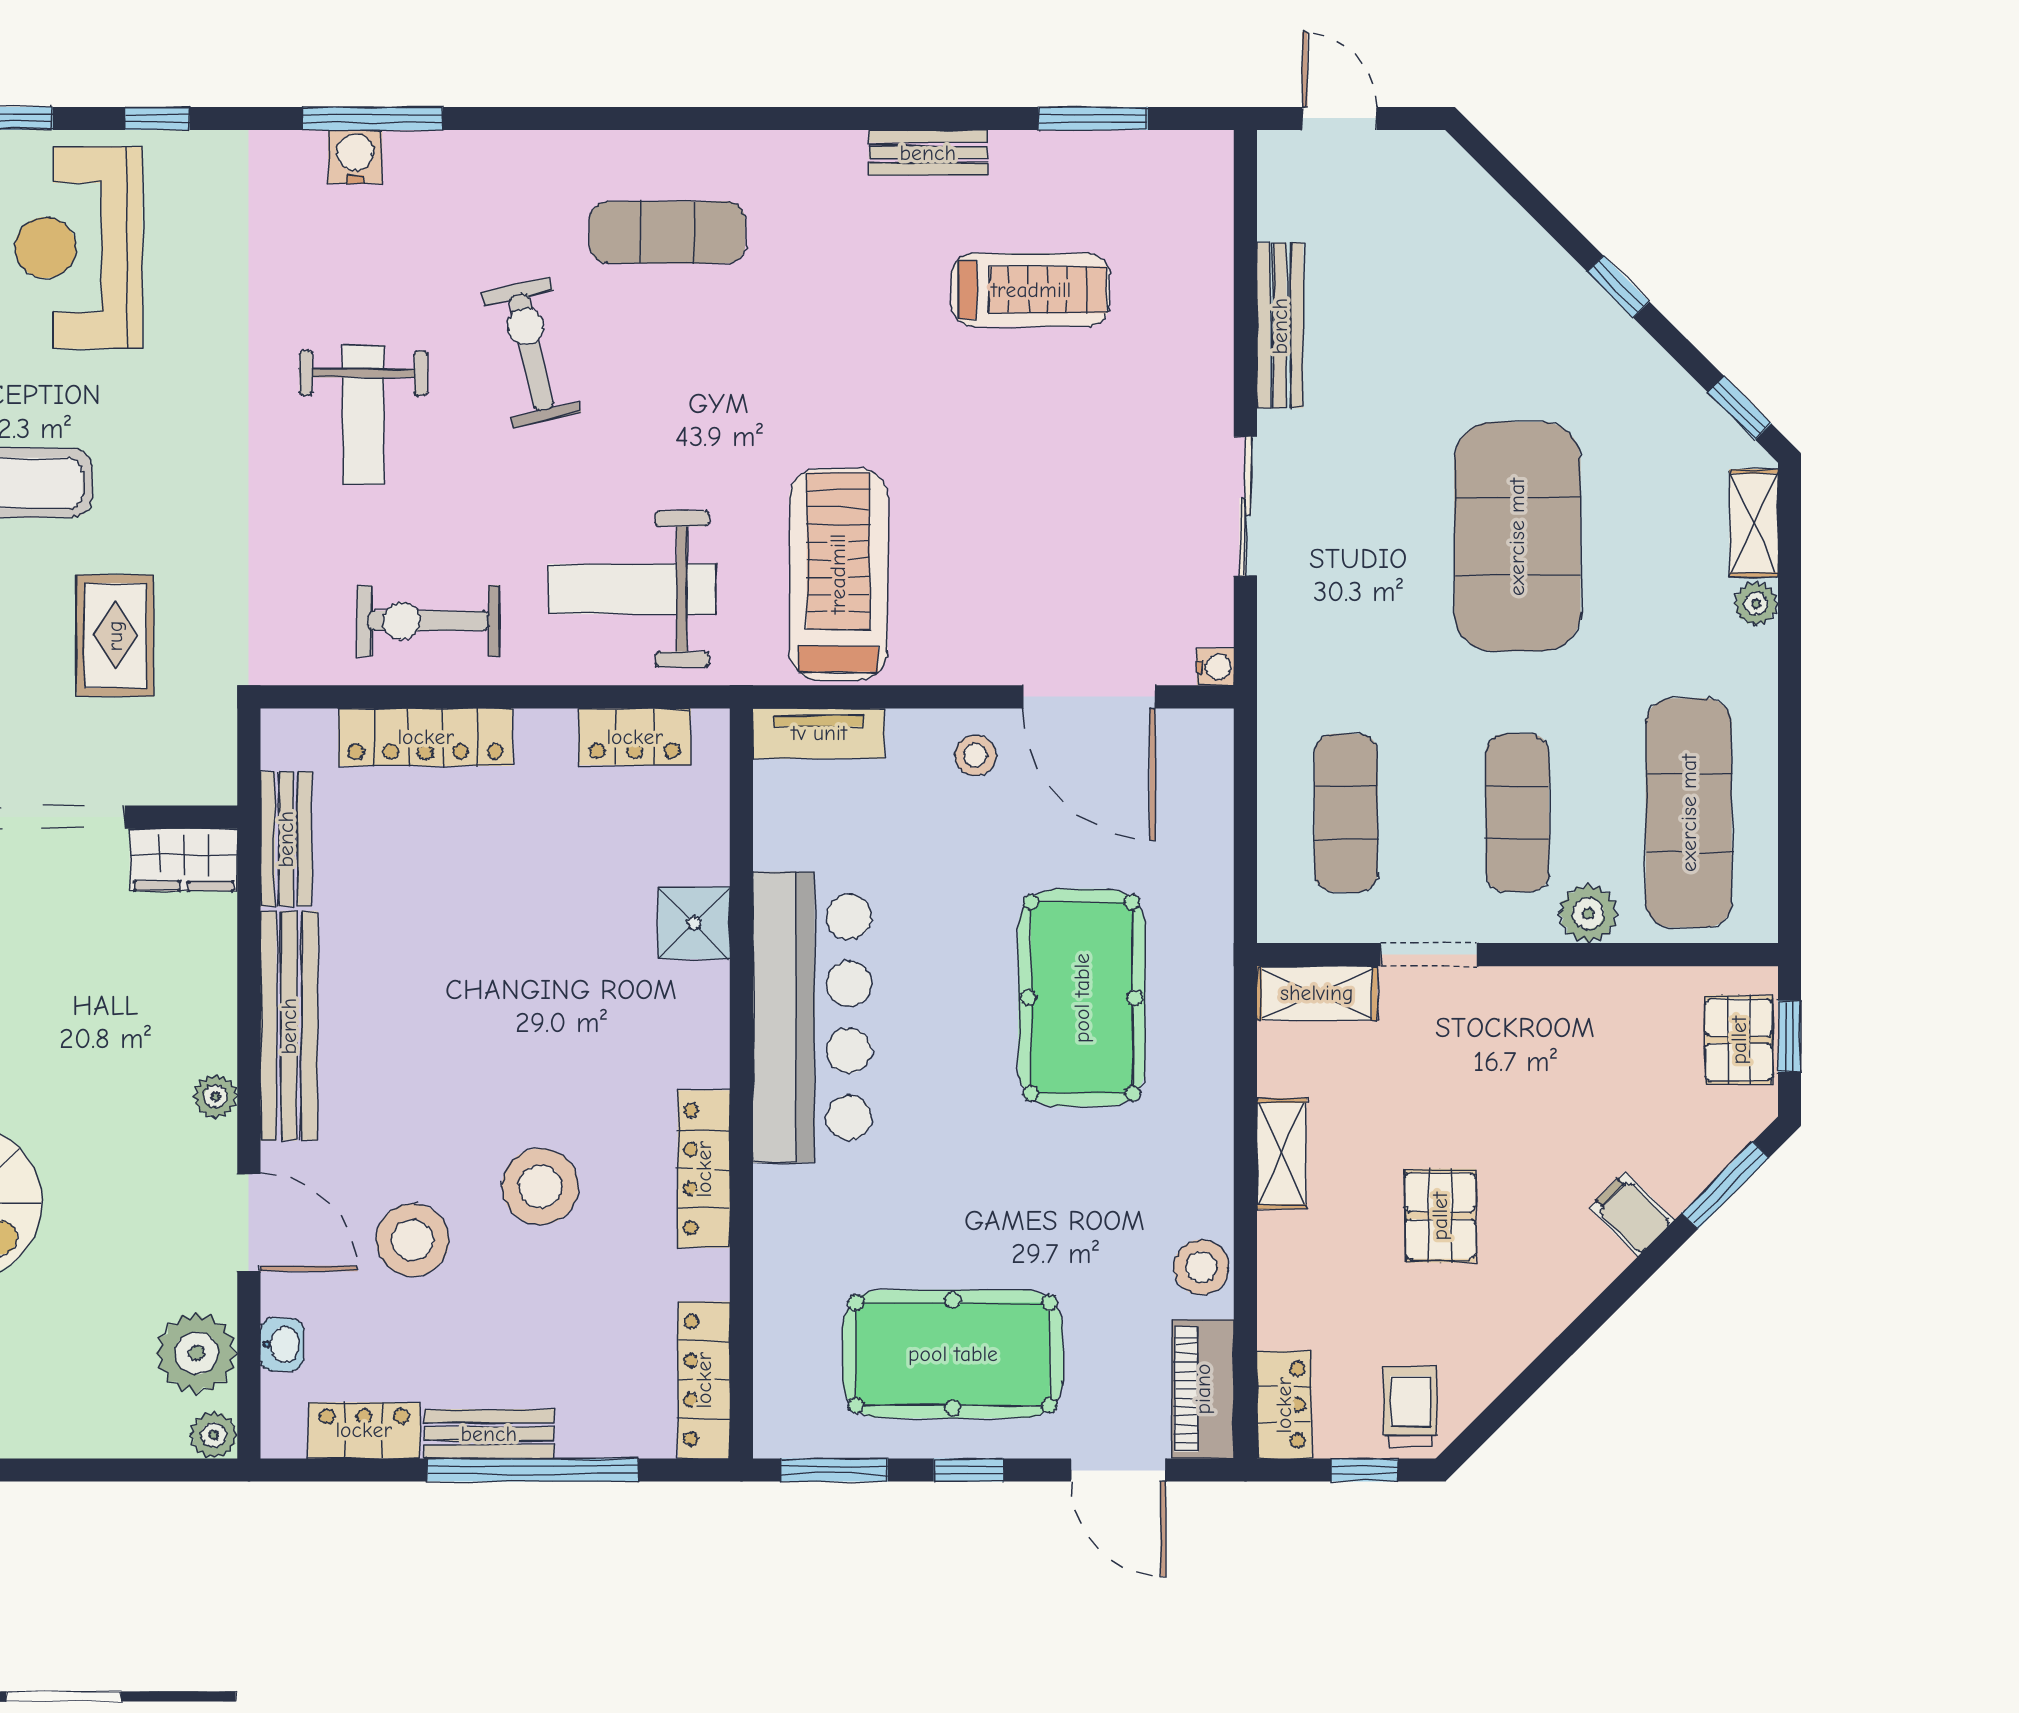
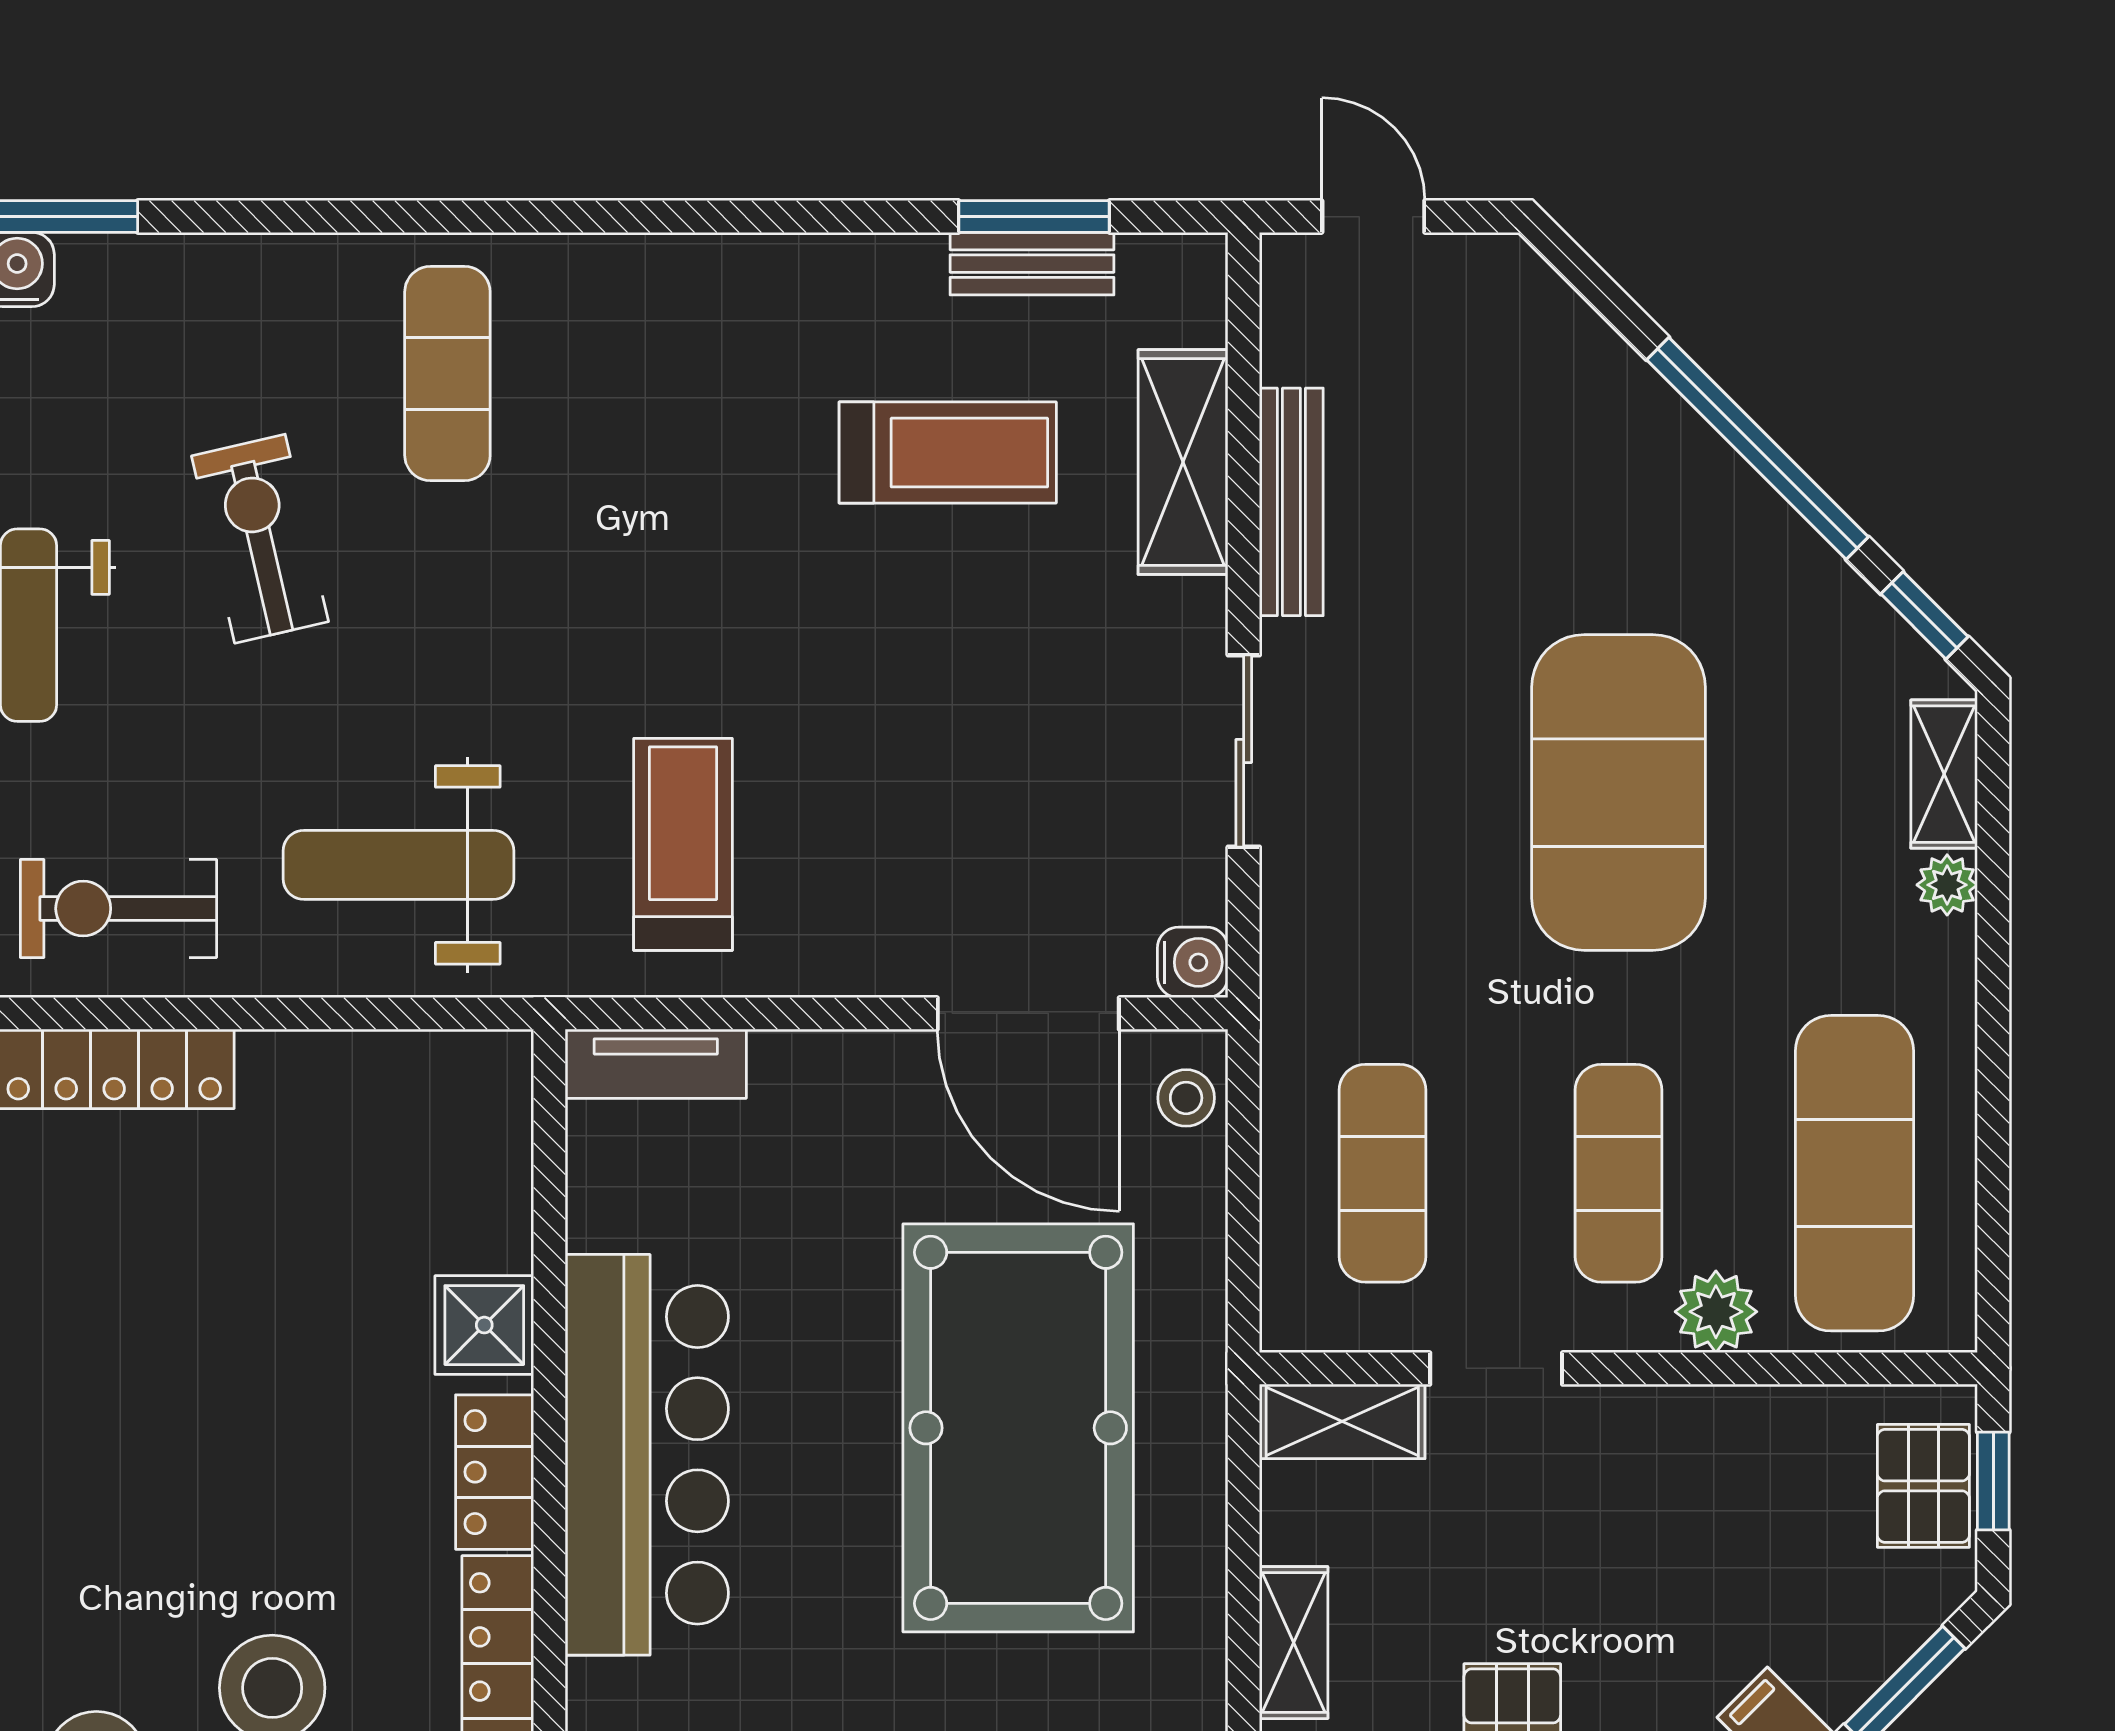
bench: (928, 153) -> (1032, 264), moved
exercise mat: (667, 232) -> (447, 374), turned 90
window: (1618, 287) -> (1757, 448), width x3.17
shelving: (1201, 297) -> (1183, 462), added
treadmill: (838, 574) -> (683, 844), width x0.73, depth x0.73
water cooler: (1215, 667) -> (1193, 962), width x1.38, depth x1.38
locker: (635, 737) -> (495, 1472), moved, turned 90
stool: (975, 755) -> (1186, 1098), moved
pool table: (1082, 998) -> (1018, 1428), width x1.36, depth x1.32

